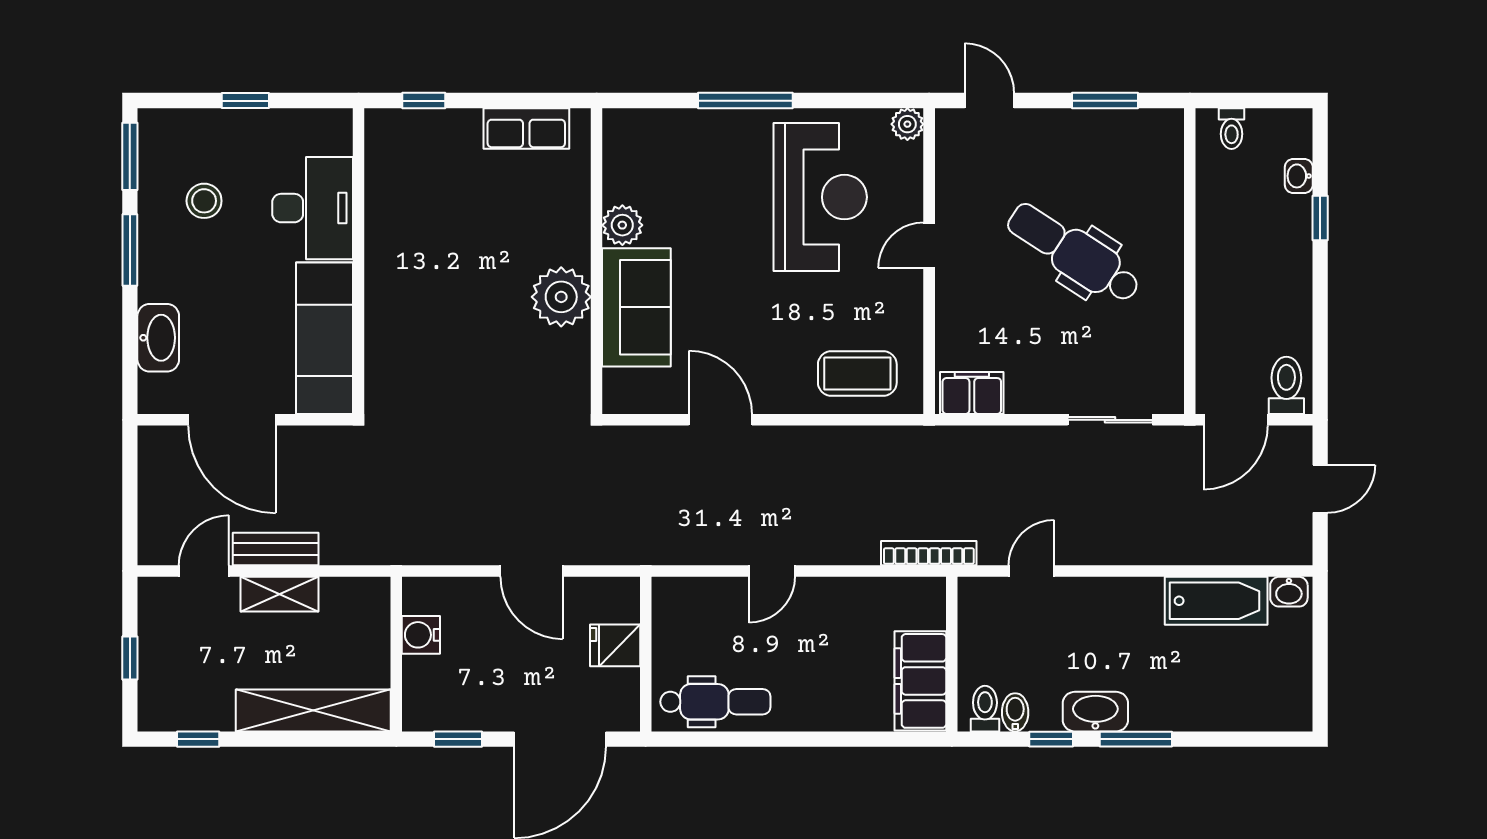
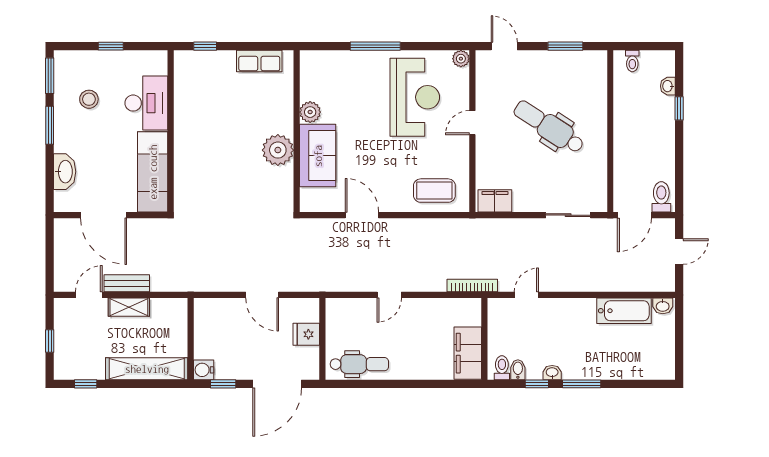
water cooler: (421, 635) -> (204, 370), moved
washbasin: (1095, 712) -> (552, 373), width x0.52, depth x0.69

